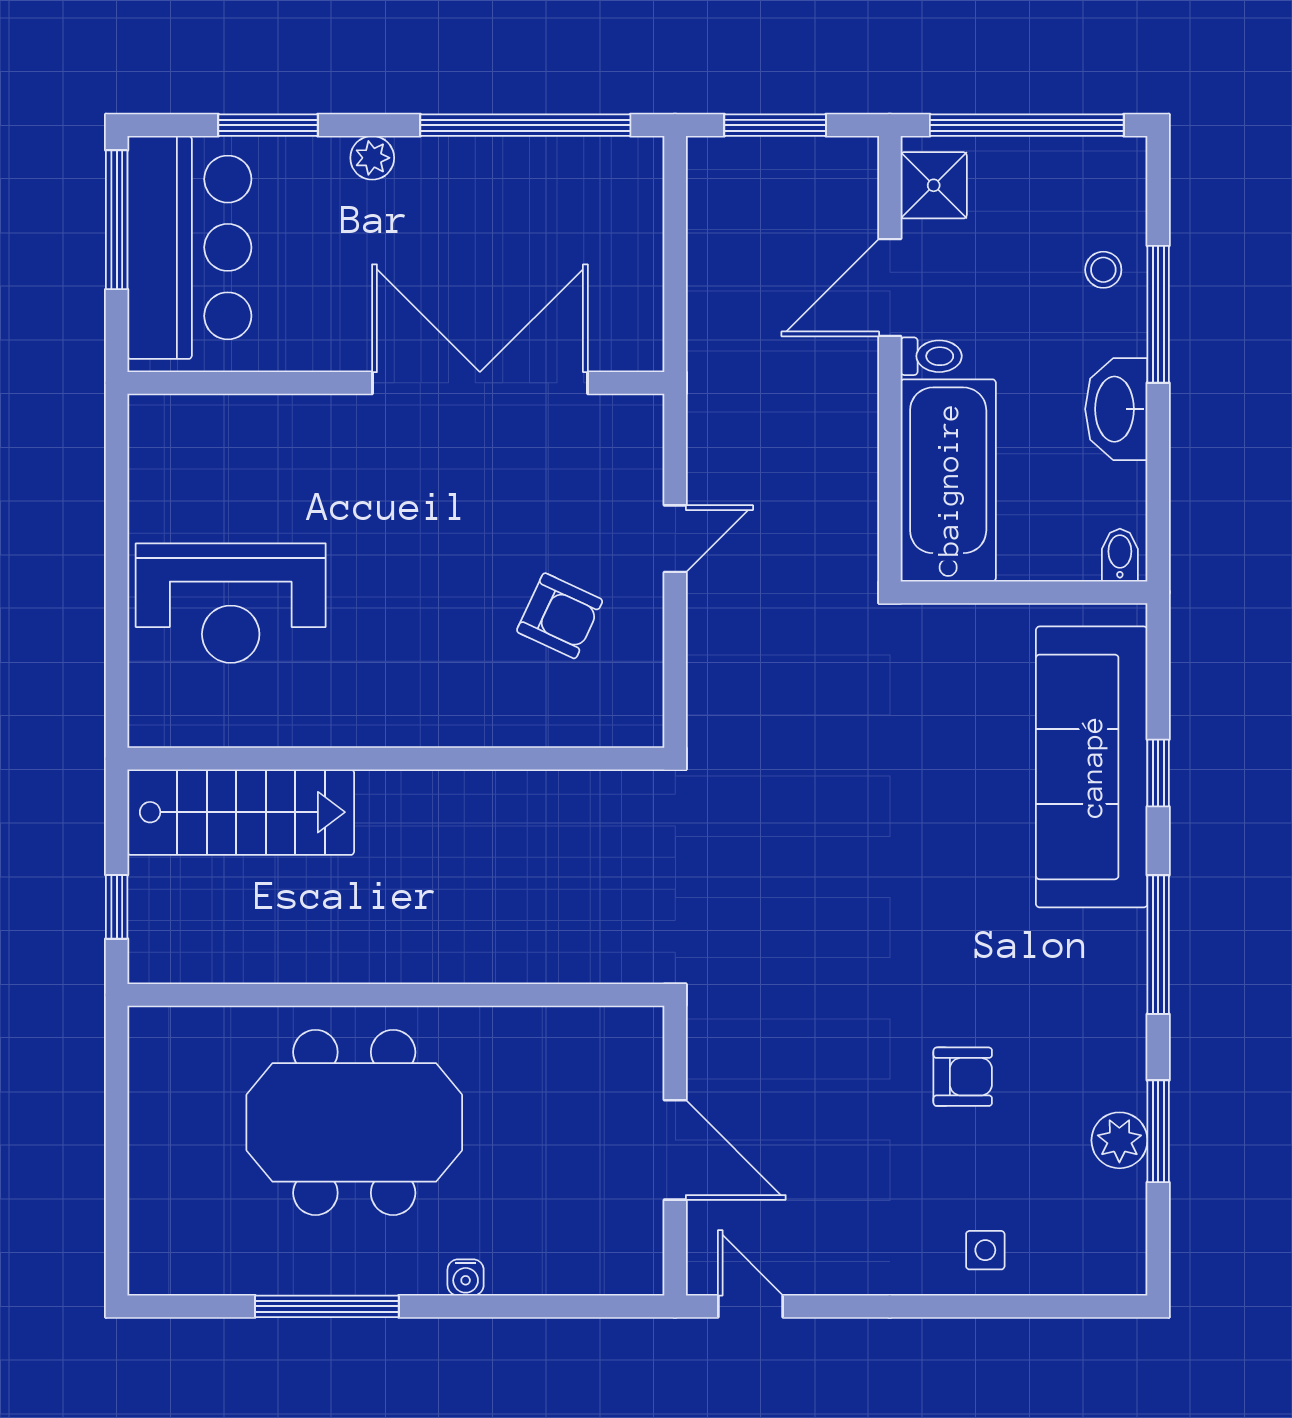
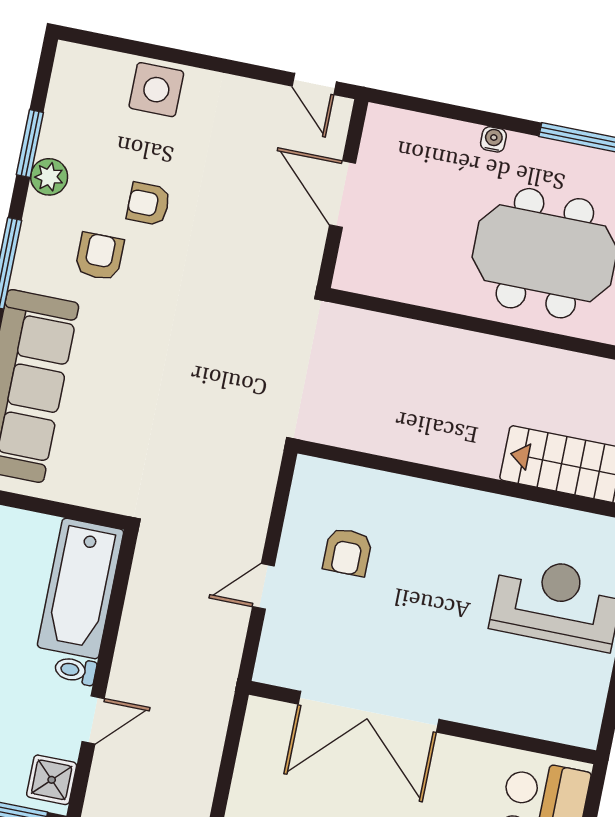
door: (890, 287) -> (93, 720), width x0.73
armchair: (560, 616) -> (347, 552), turned -115
armchair: (1020, 983) -> (99, 256), added
plant: (1119, 1140) -> (49, 177), moved
side table: (985, 1250) -> (156, 90), width x1.87, depth x1.87

